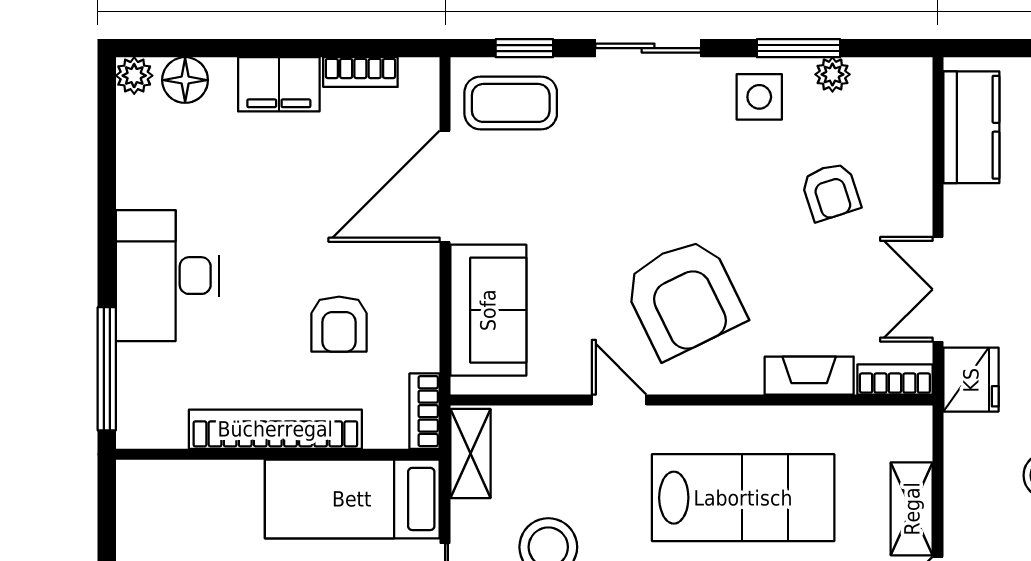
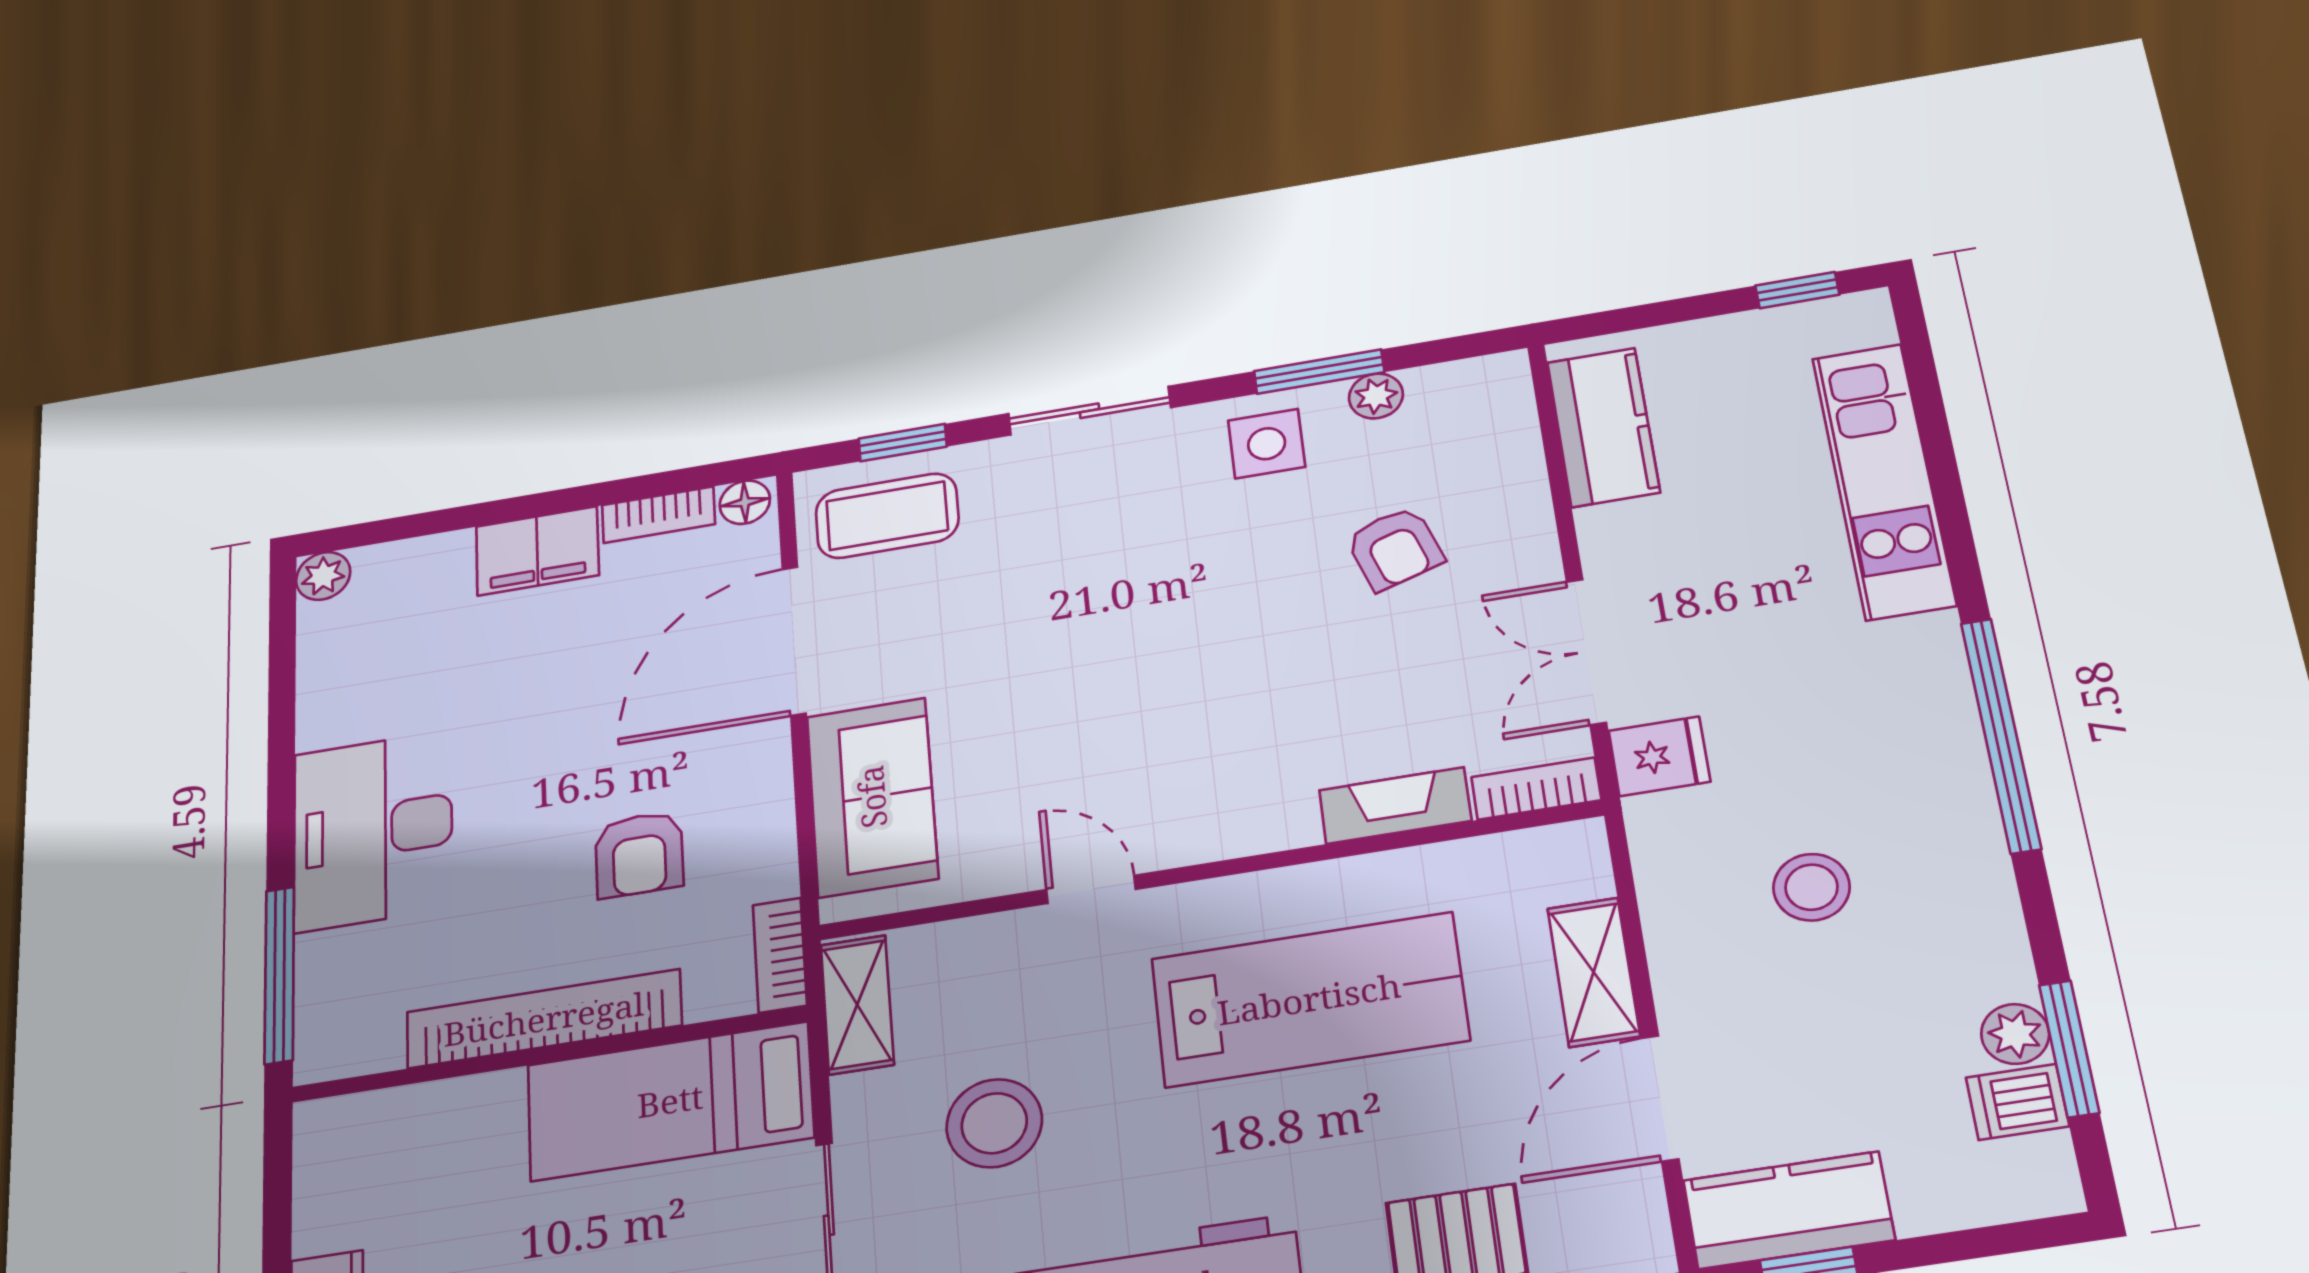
floor lamp: (185, 80) -> (745, 502), moved, width x0.73, depth x0.73
armchair: (684, 298) -> (1180, 730), removed
fridge: (971, 380) -> (1659, 756), width x0.72

